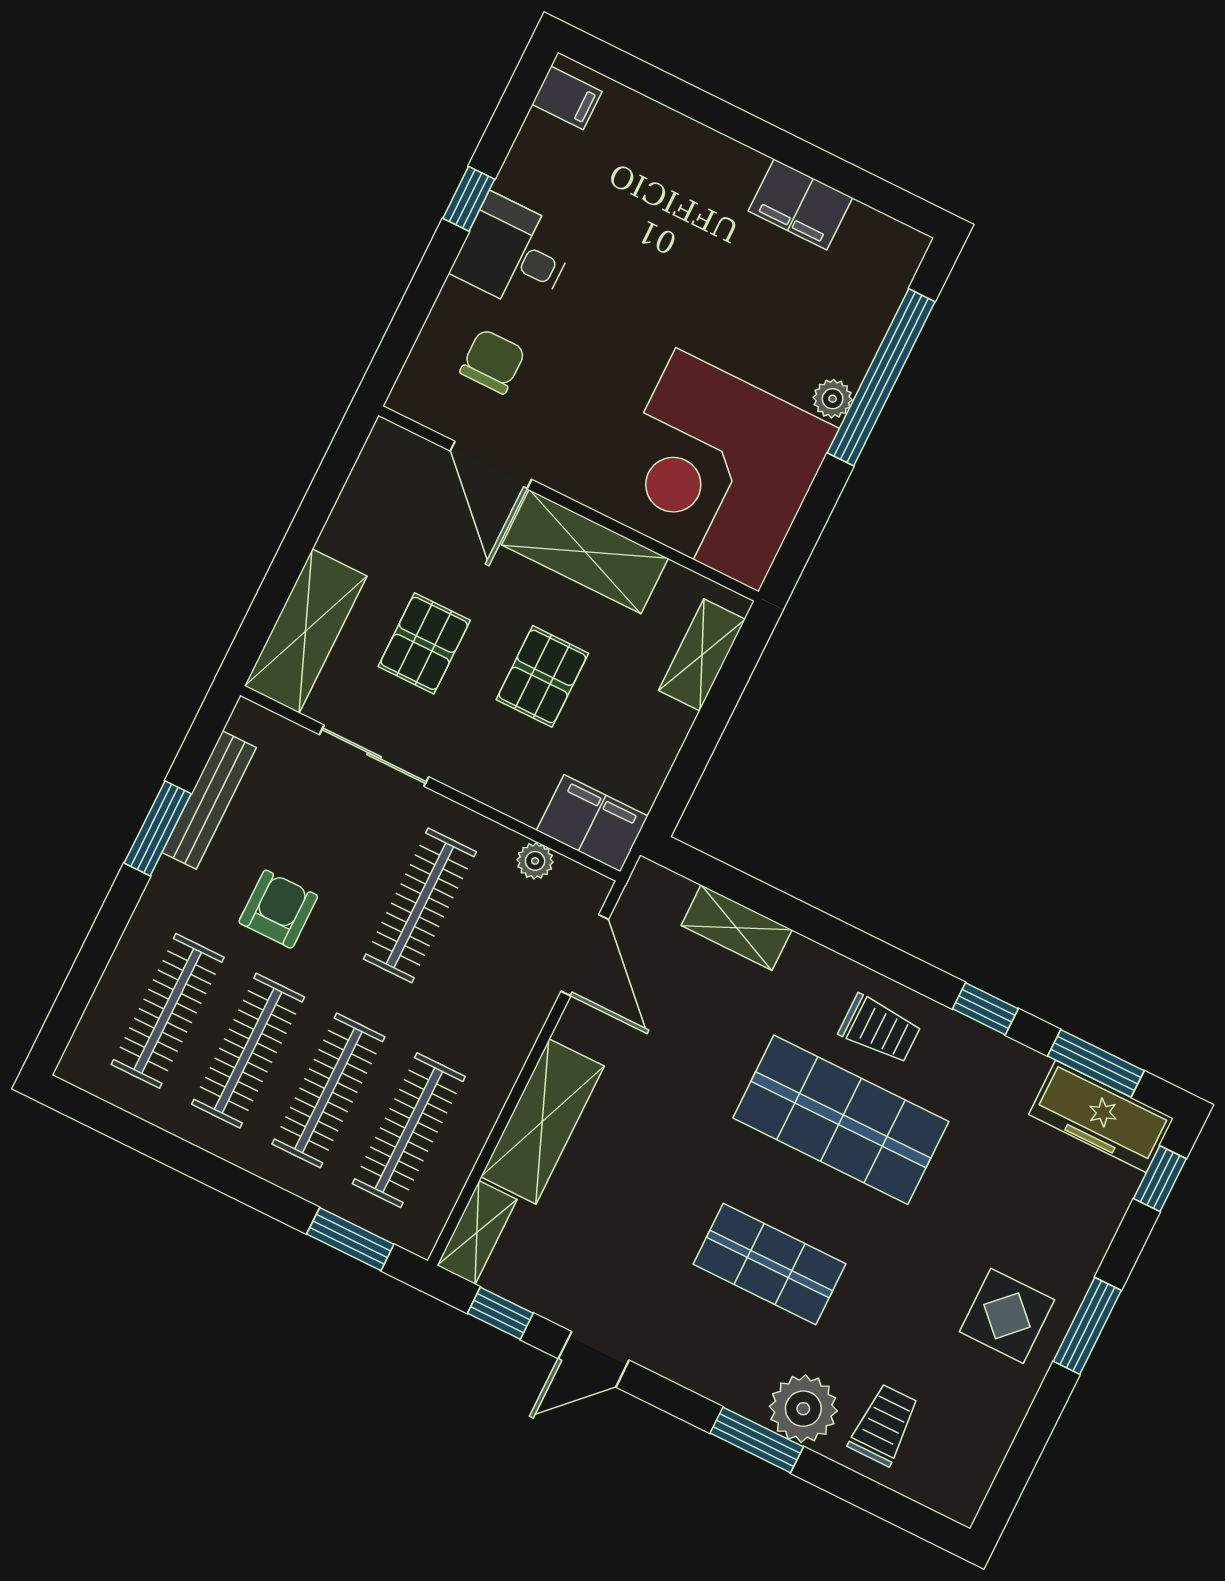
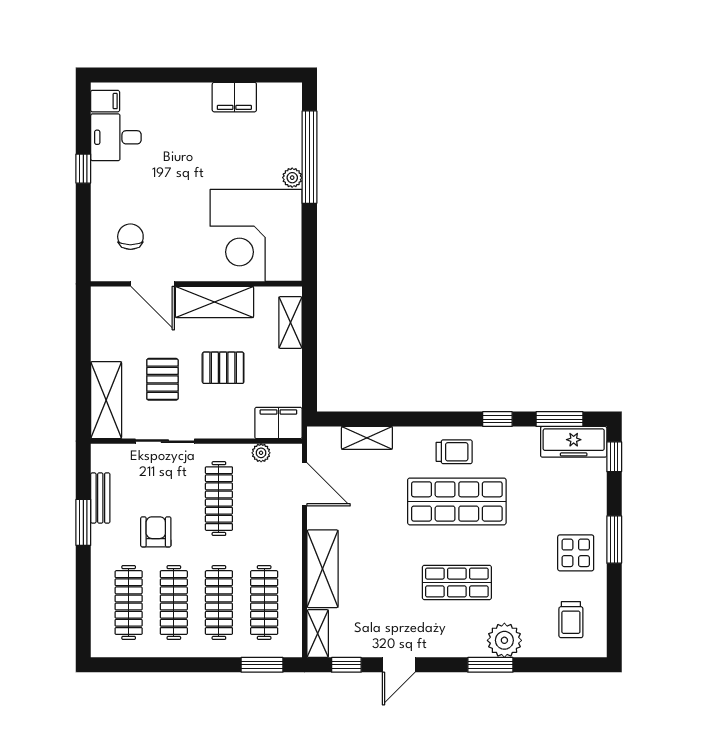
desk: (514, 254) -> (116, 137), moved
pallet: (542, 676) -> (223, 368), turned 90
bench: (209, 800) -> (100, 498), width x0.73
trolley: (884, 1425) -> (571, 620), moved, turned 180

